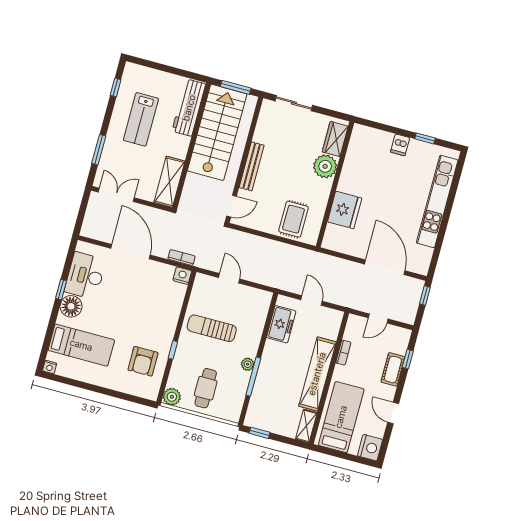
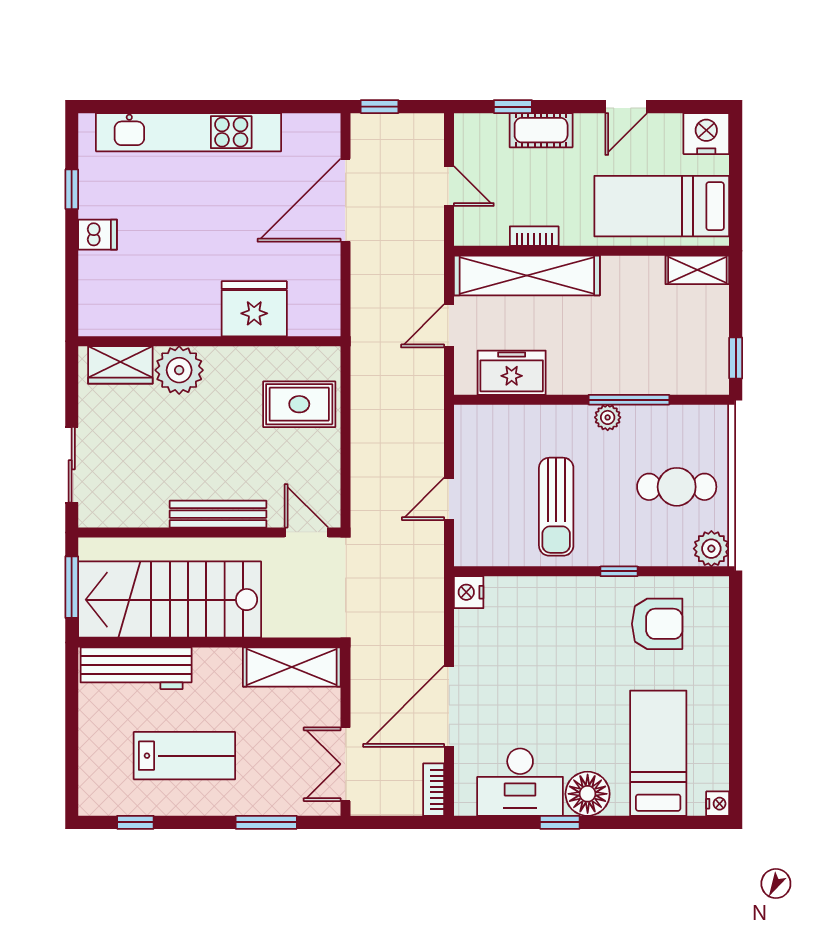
bookcase: (181, 258) -> (434, 790), moved
shelving: (317, 374) -> (527, 275), moved

